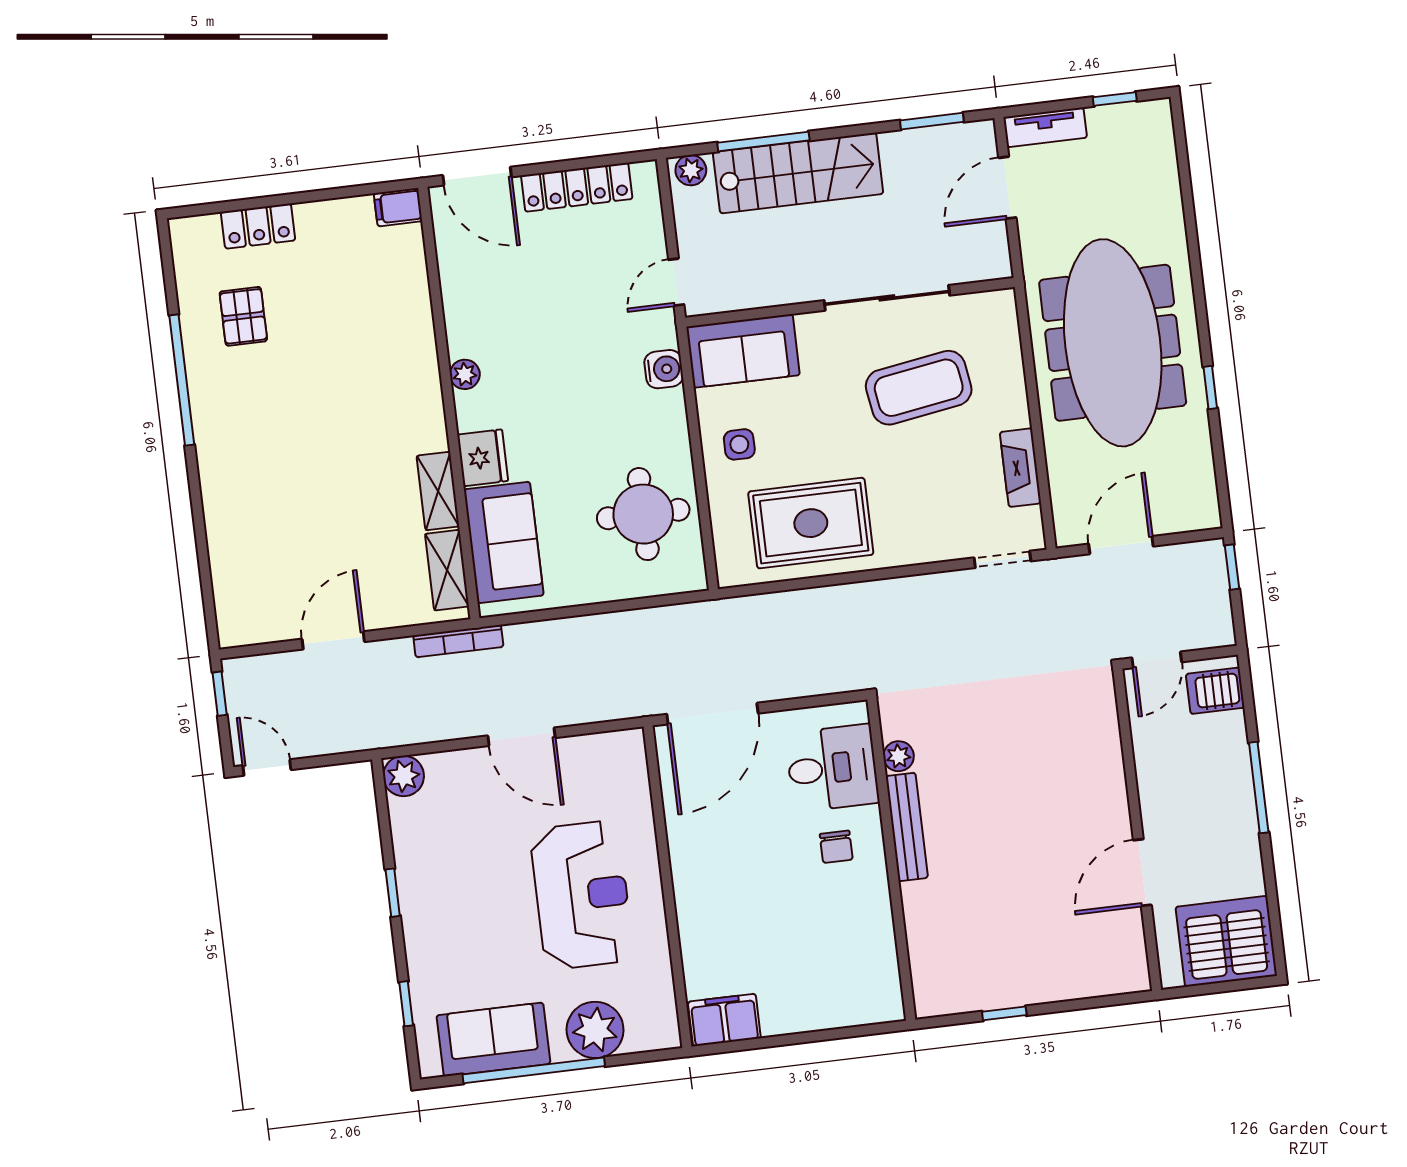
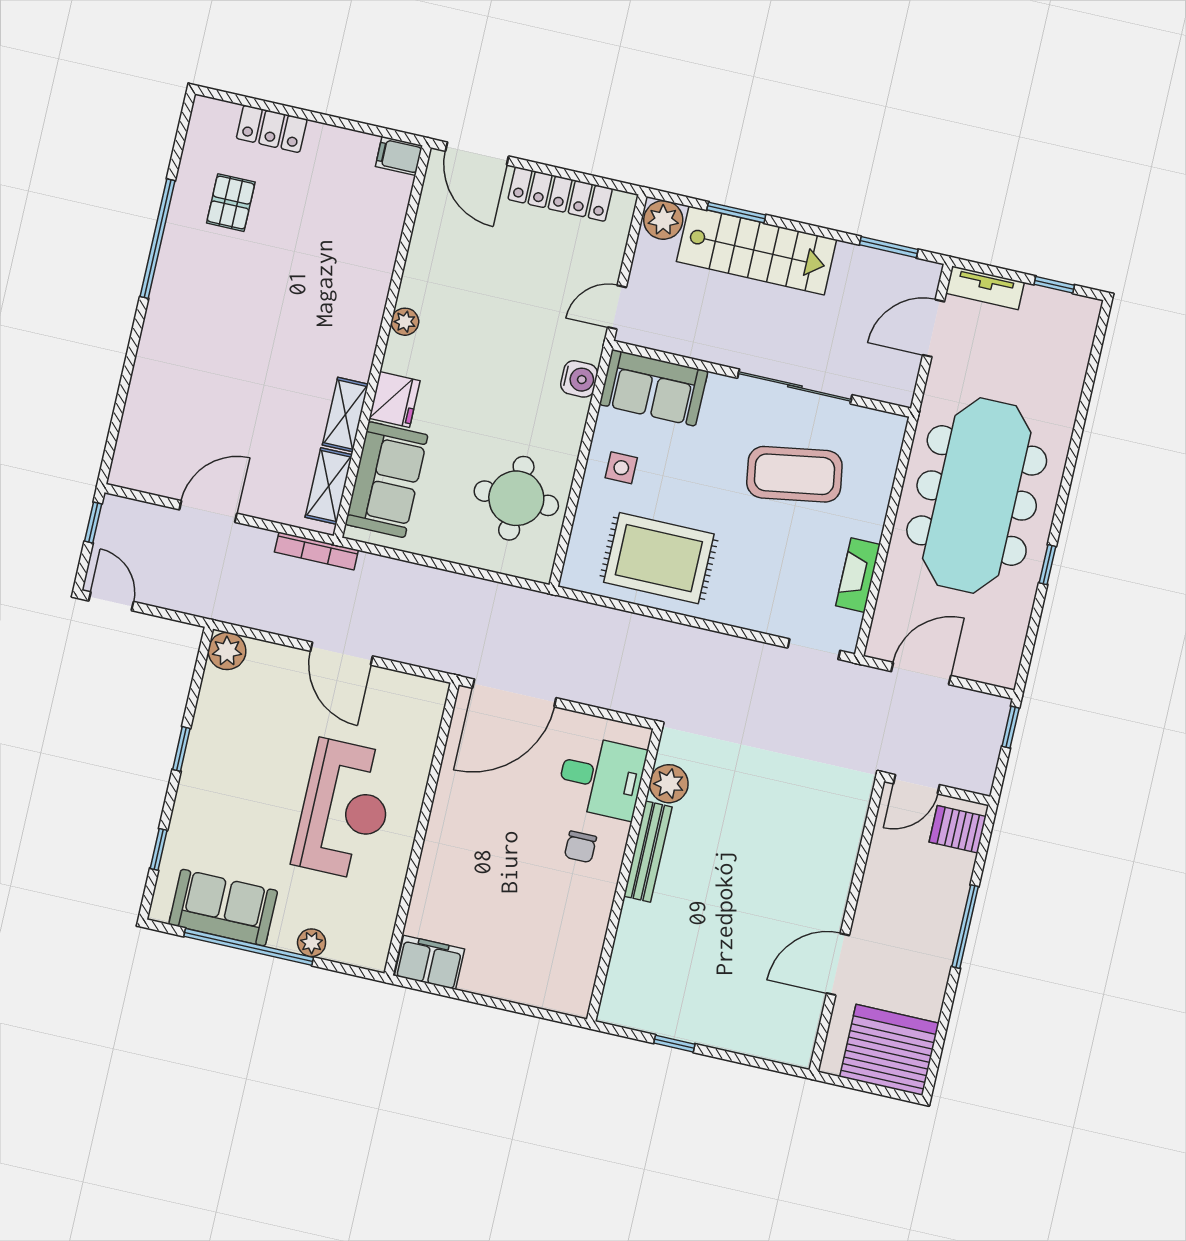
window: (763, 142) -> (736, 212), width x0.69
plant: (691, 170) -> (663, 220), width x1.38, depth x1.38
plant: (899, 756) -> (669, 784), width x1.38, depth x1.38
plant: (595, 1030) -> (312, 943), width x0.53, depth x0.53

